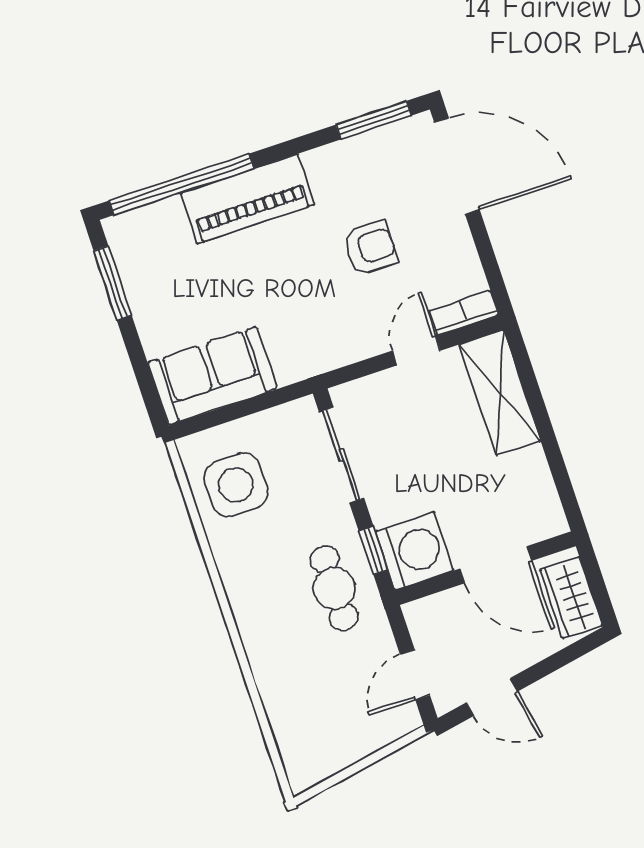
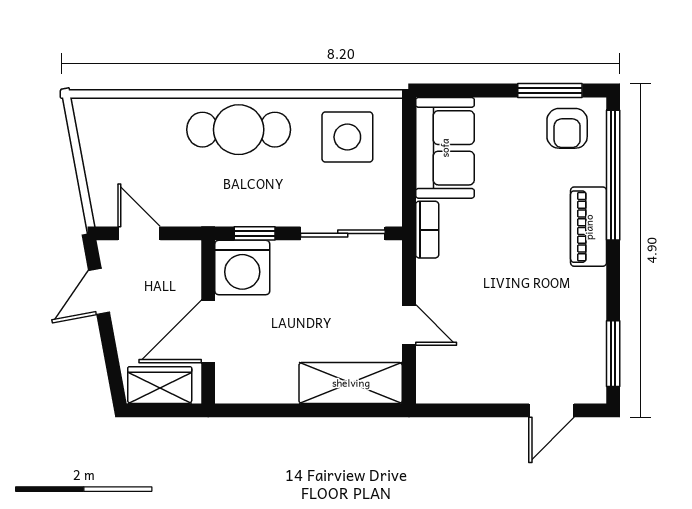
door: (457, 166) -> (551, 410), width x0.53
piano: (248, 199) -> (589, 227), width x0.73, depth x0.75
armchair: (370, 248) -> (567, 128), moved
bookcase: (464, 313) -> (427, 230), moved
cafe table: (334, 588) -> (239, 130), moved, width x1.37, depth x1.35

